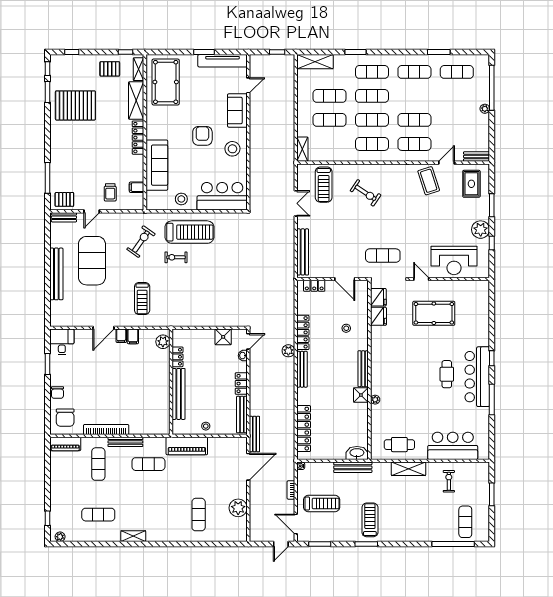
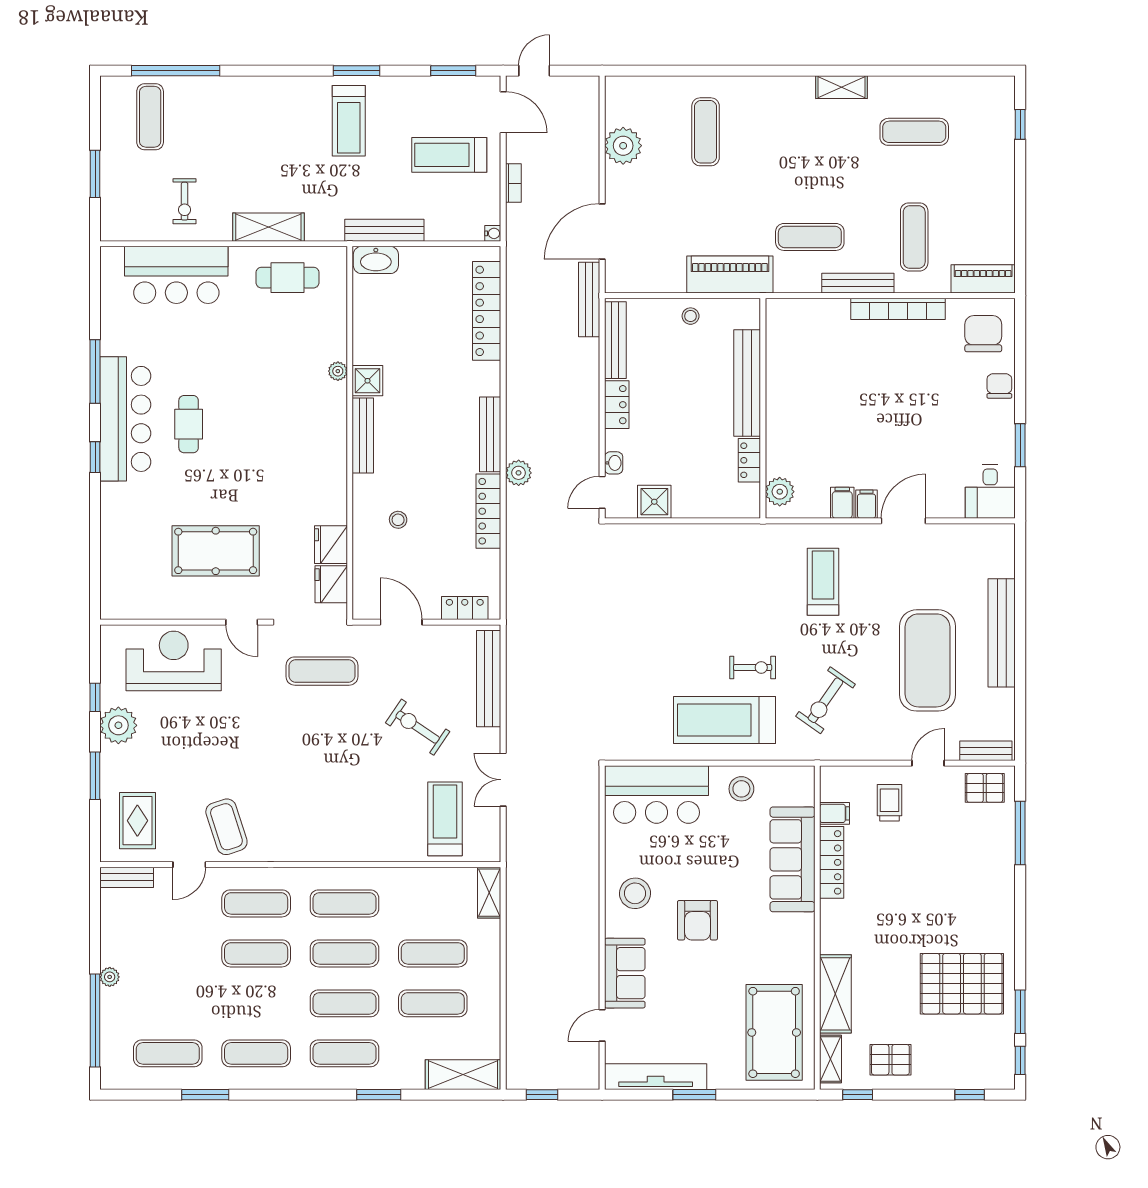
locker: (138, 138) -> (832, 862), moved
exercise bike: (366, 193) -> (418, 727), moved
plant: (60, 537) -> (994, 86), removed

